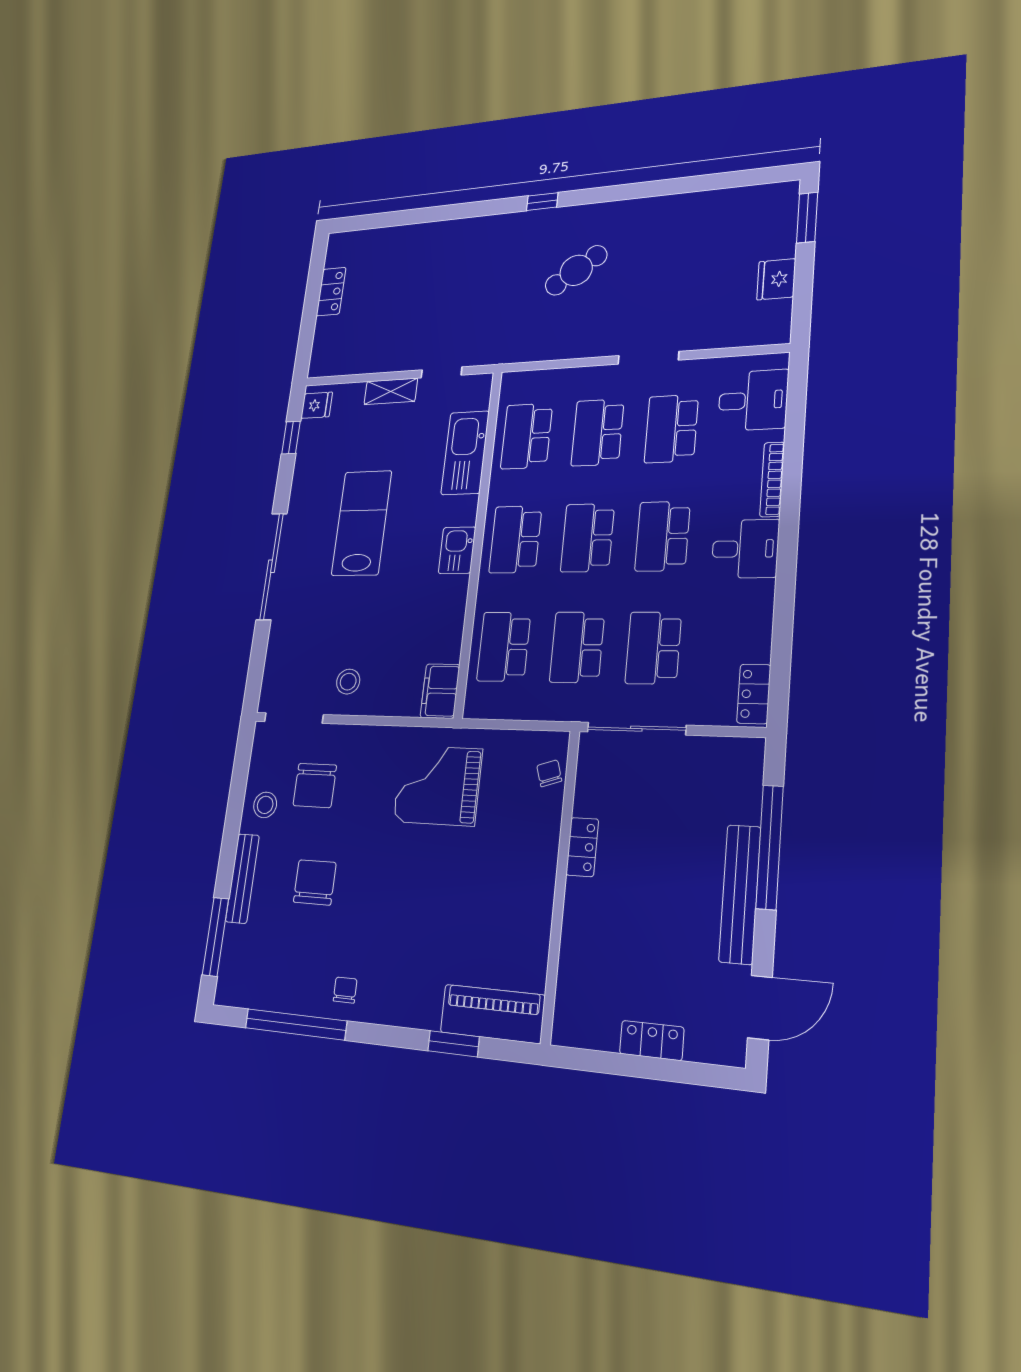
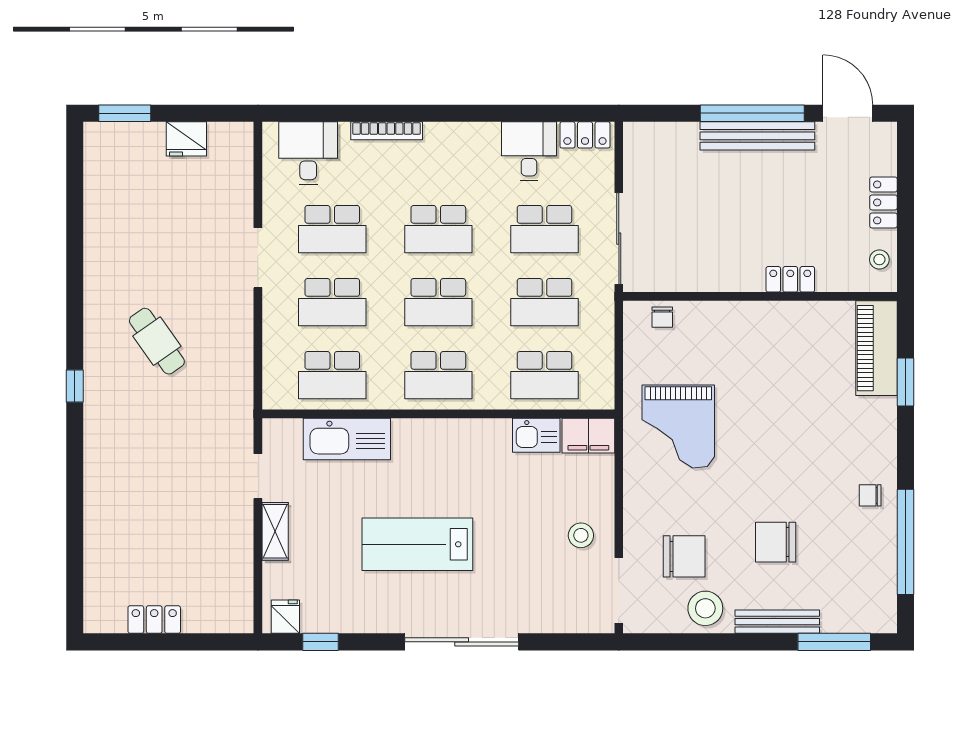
desk: (745, 549) -> (529, 151), moved
kitchen sink: (457, 550) -> (536, 435), moved
chair: (549, 773) -> (662, 317), turned -72
stool: (265, 805) -> (705, 608), width x1.38, depth x1.38
locker: (582, 847) -> (790, 279), moved
window: (770, 847) -> (752, 113), moved
stool: (588, 1028) -> (879, 260), added

